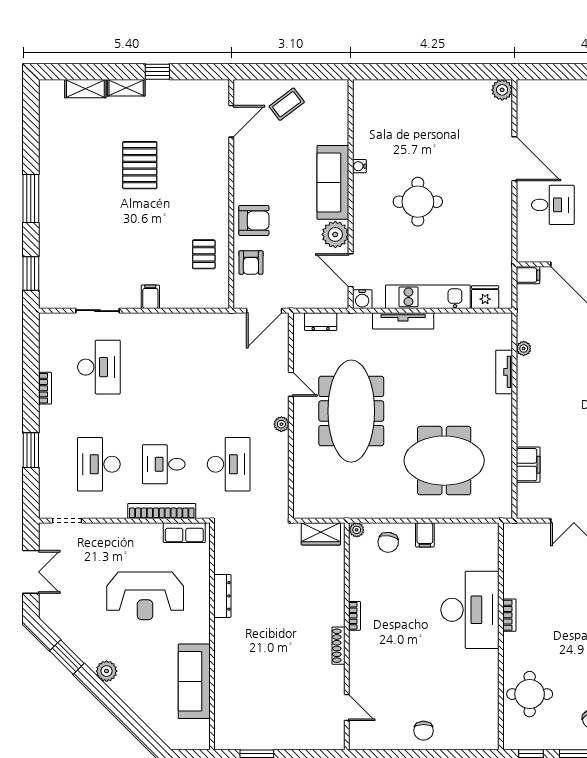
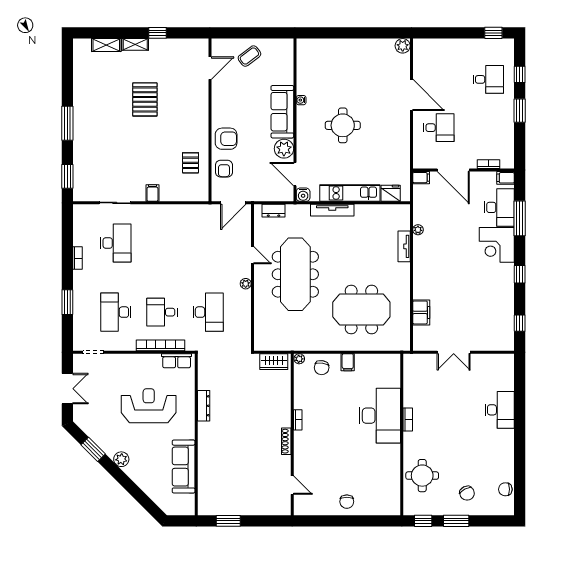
reception desk: (145, 596) -> (149, 406), turned 180

